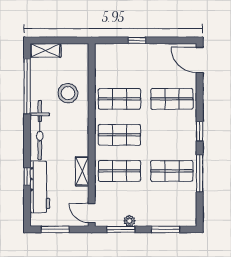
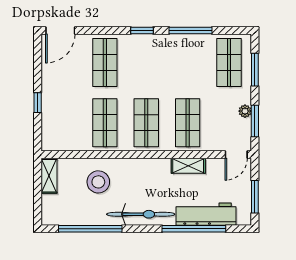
shelving: (46, 50) -> (49, 176), moved
shop shelf: (172, 171) -> (229, 62), moved
window: (27, 176) -> (194, 229), width x3.17

